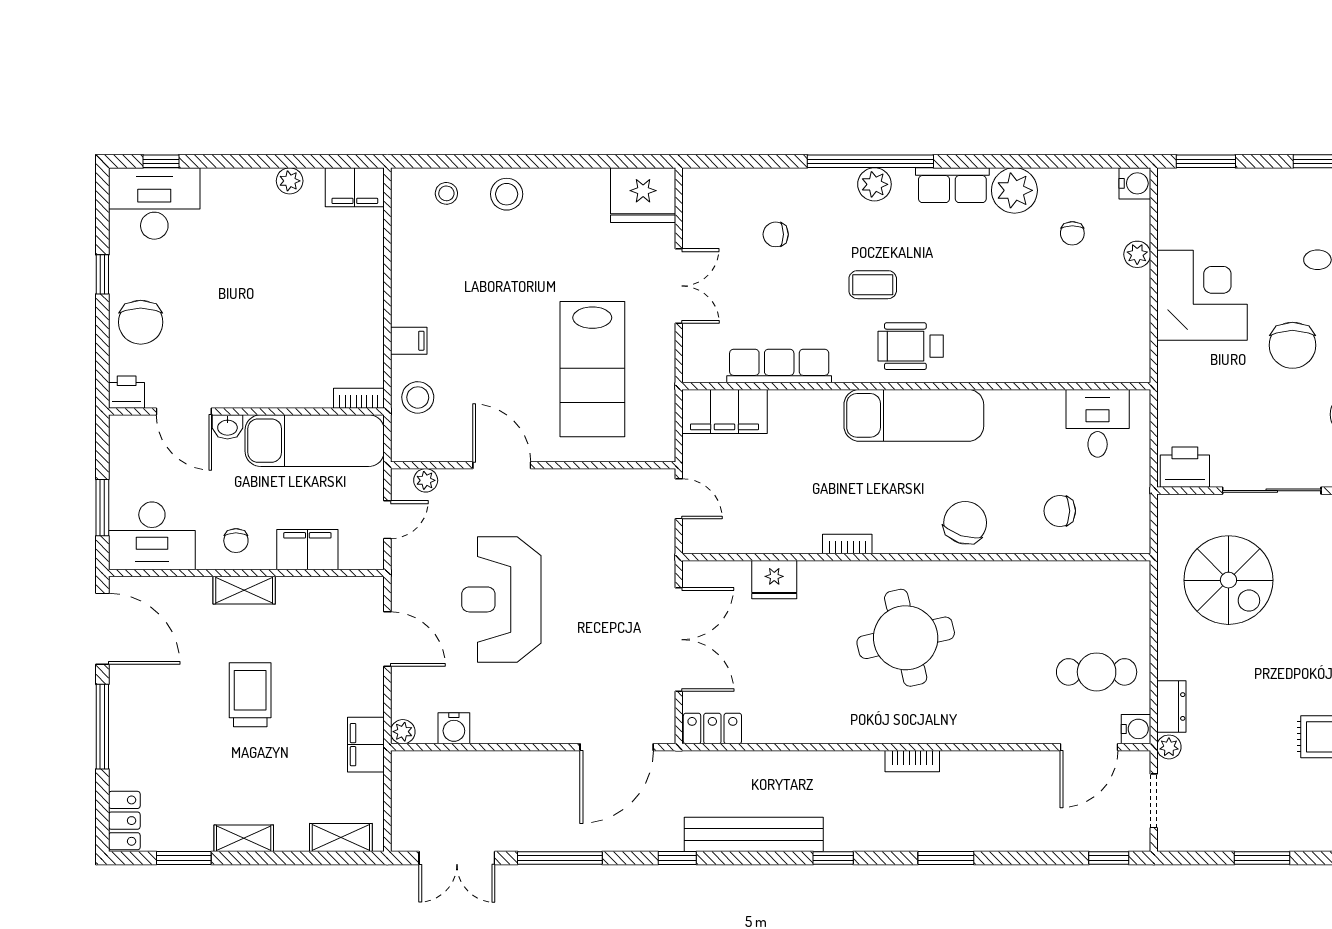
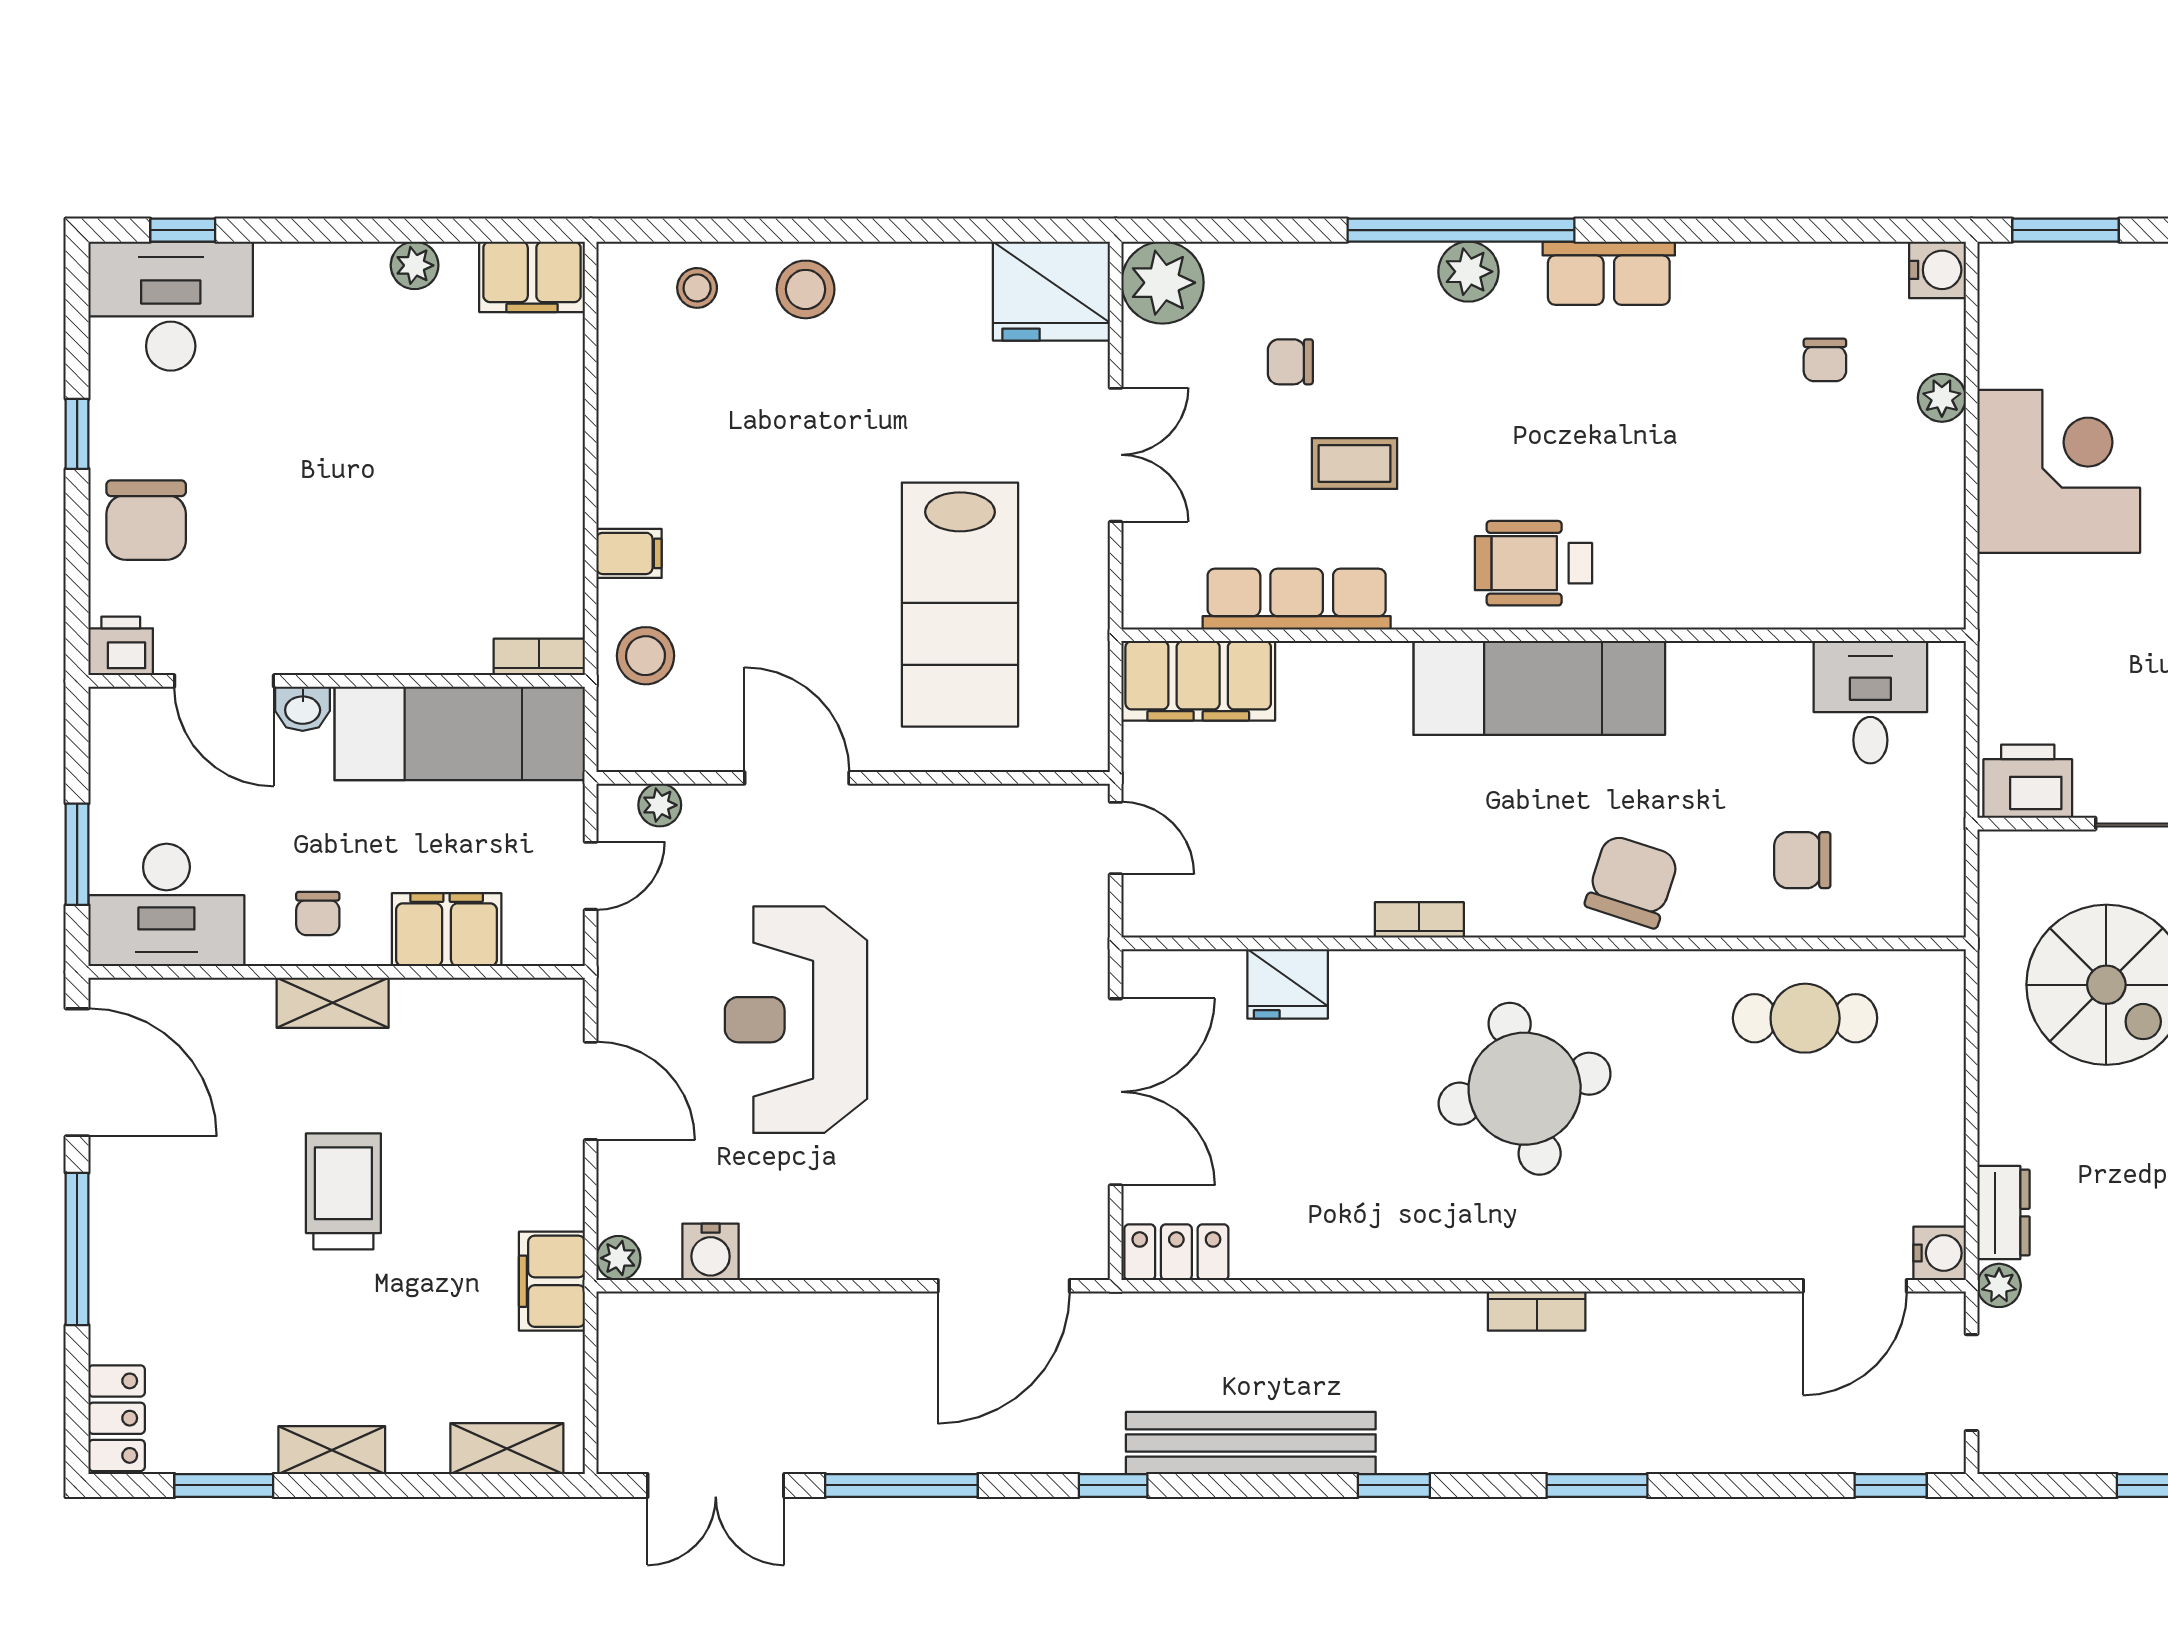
plant: (1014, 190) -> (1162, 283), moved
coffee table: (873, 285) -> (1354, 463), moved
cafe table: (1097, 672) -> (1805, 1018), moved

